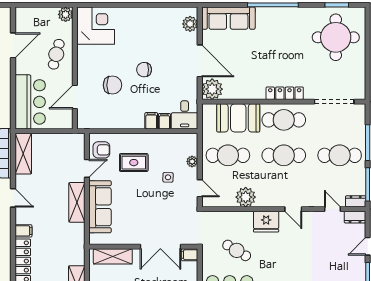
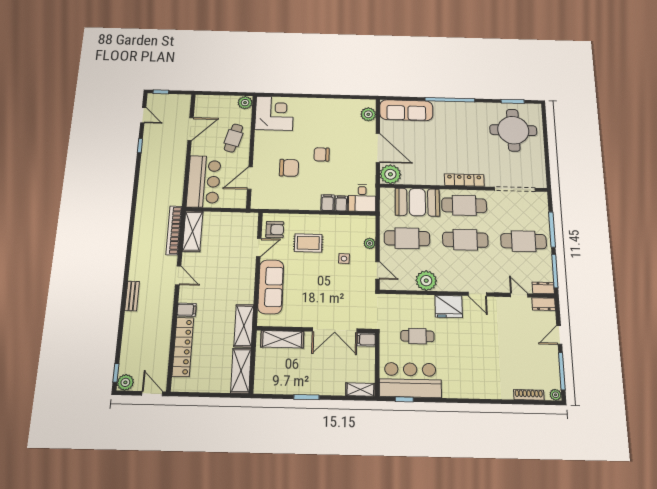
shelving: (77, 202) -> (244, 326), moved
cafe table: (237, 250) -> (417, 336), turned -31

